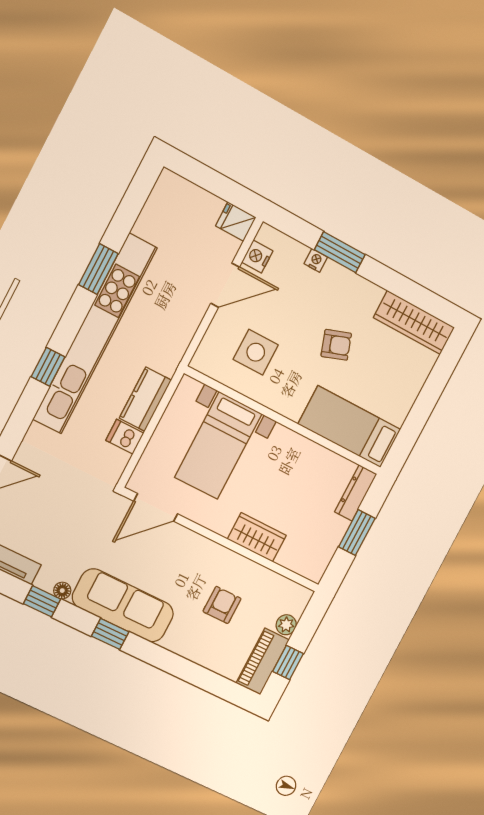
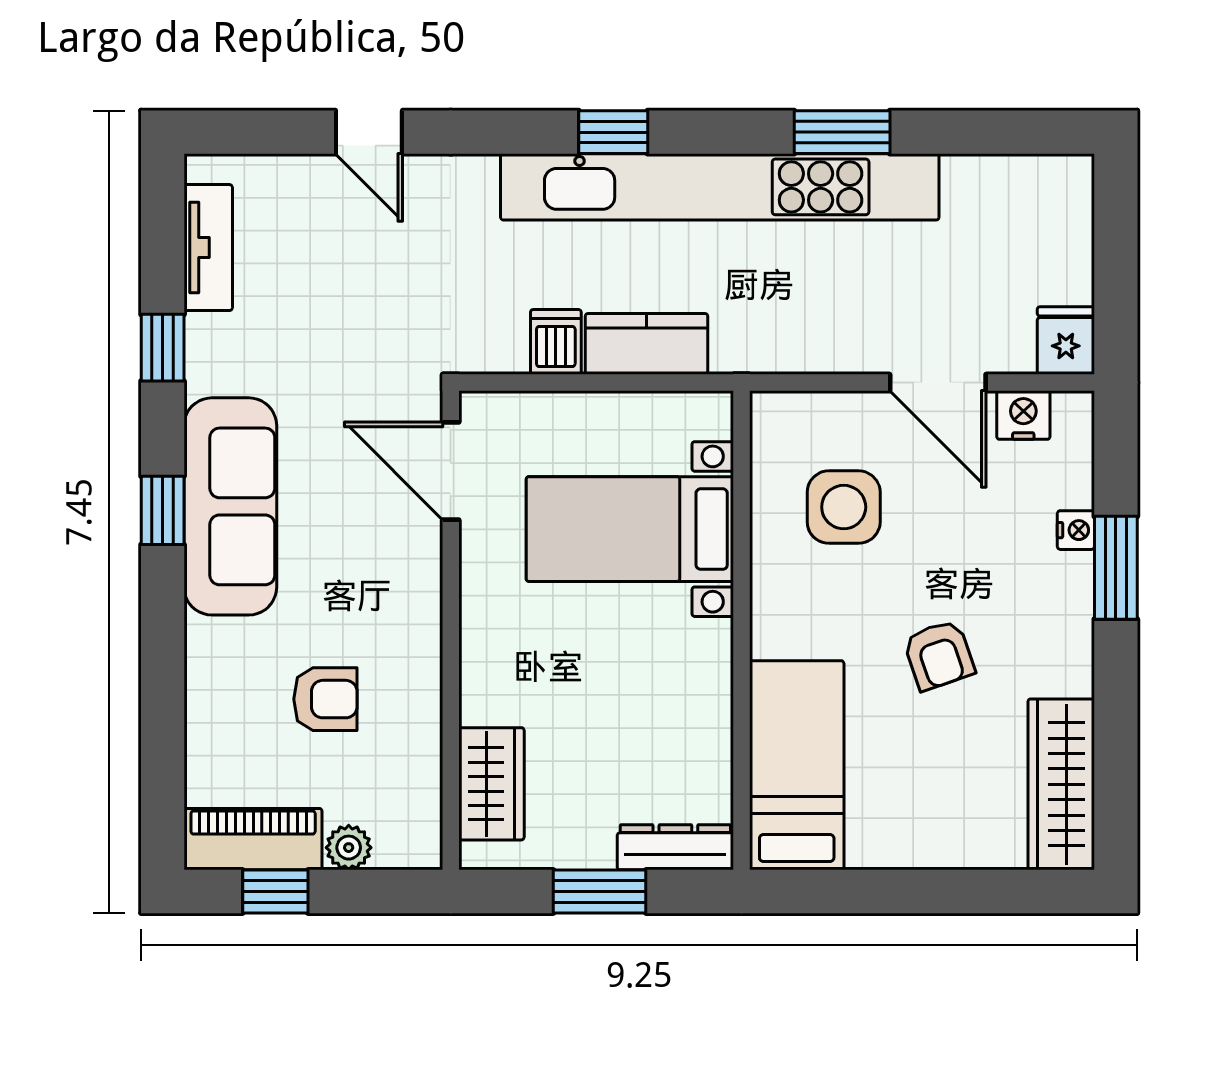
wardrobe: (257, 537) -> (491, 784), moved
floor lamp: (62, 591) -> (202, 375), removed

